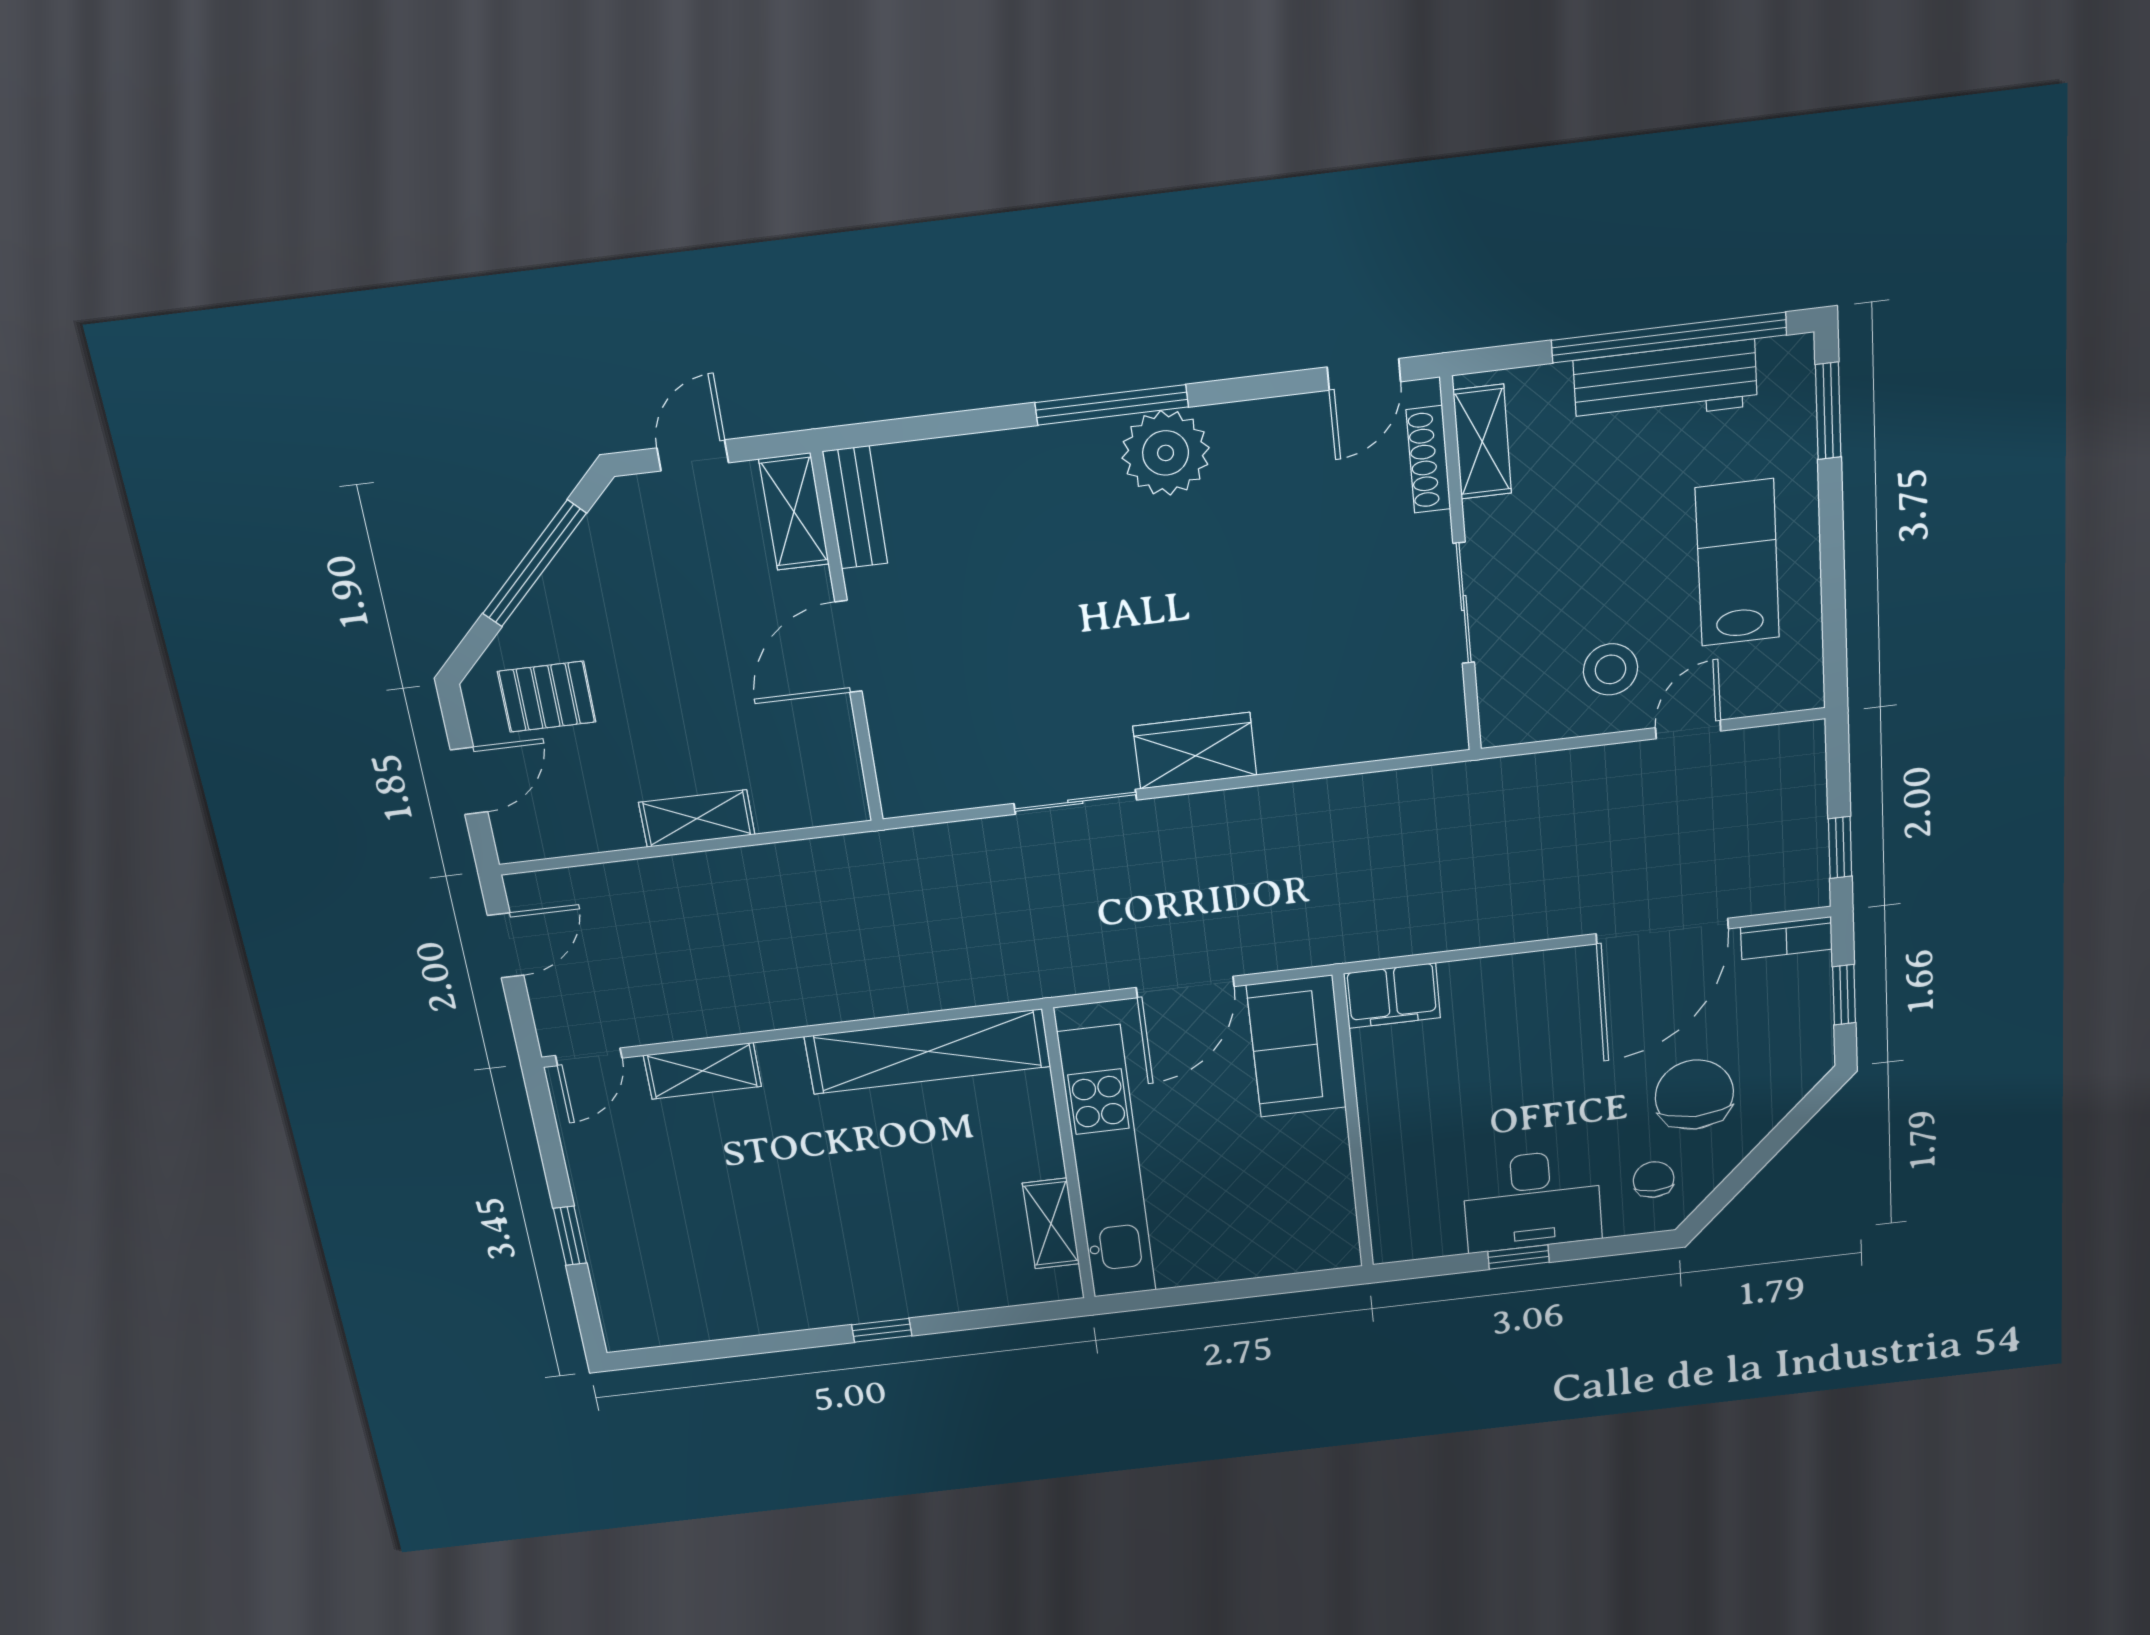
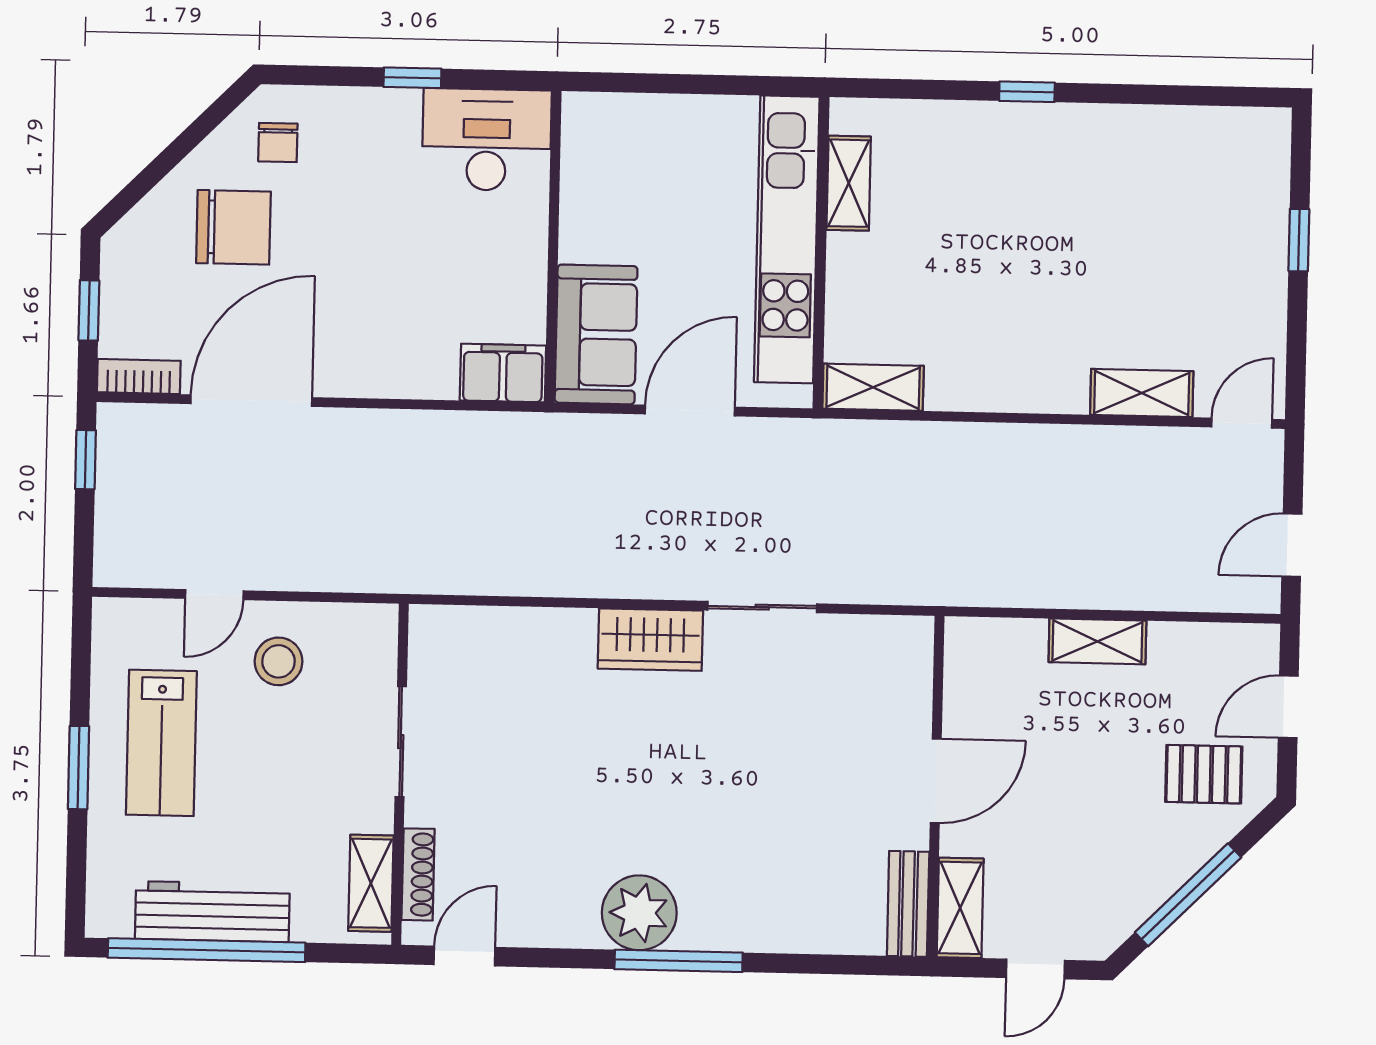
window: (1828, 411) -> (78, 768), moved
shelving: (928, 1052) -> (873, 387), width x0.45, depth x0.75
chair: (1694, 1095) -> (233, 227), turned -90
desk: (1532, 1201) -> (487, 140), moved

